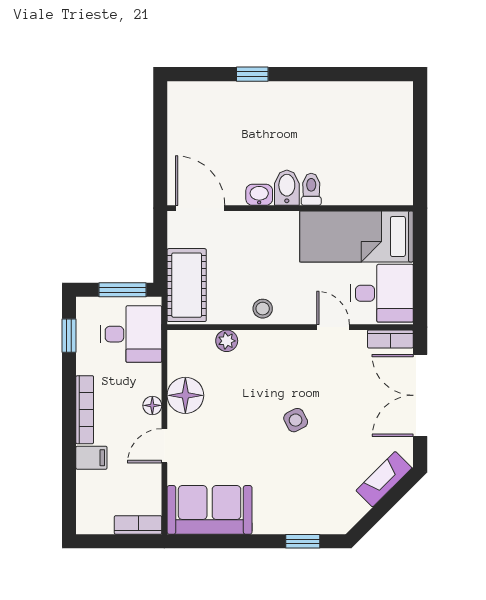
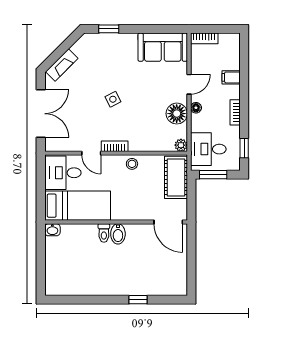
washbasin: (259, 195) -> (52, 230), moved
bookcase: (390, 339) -> (115, 146), moved
plant: (227, 341) -> (181, 145), moved
bookcase: (85, 410) -> (235, 112), width x0.64

